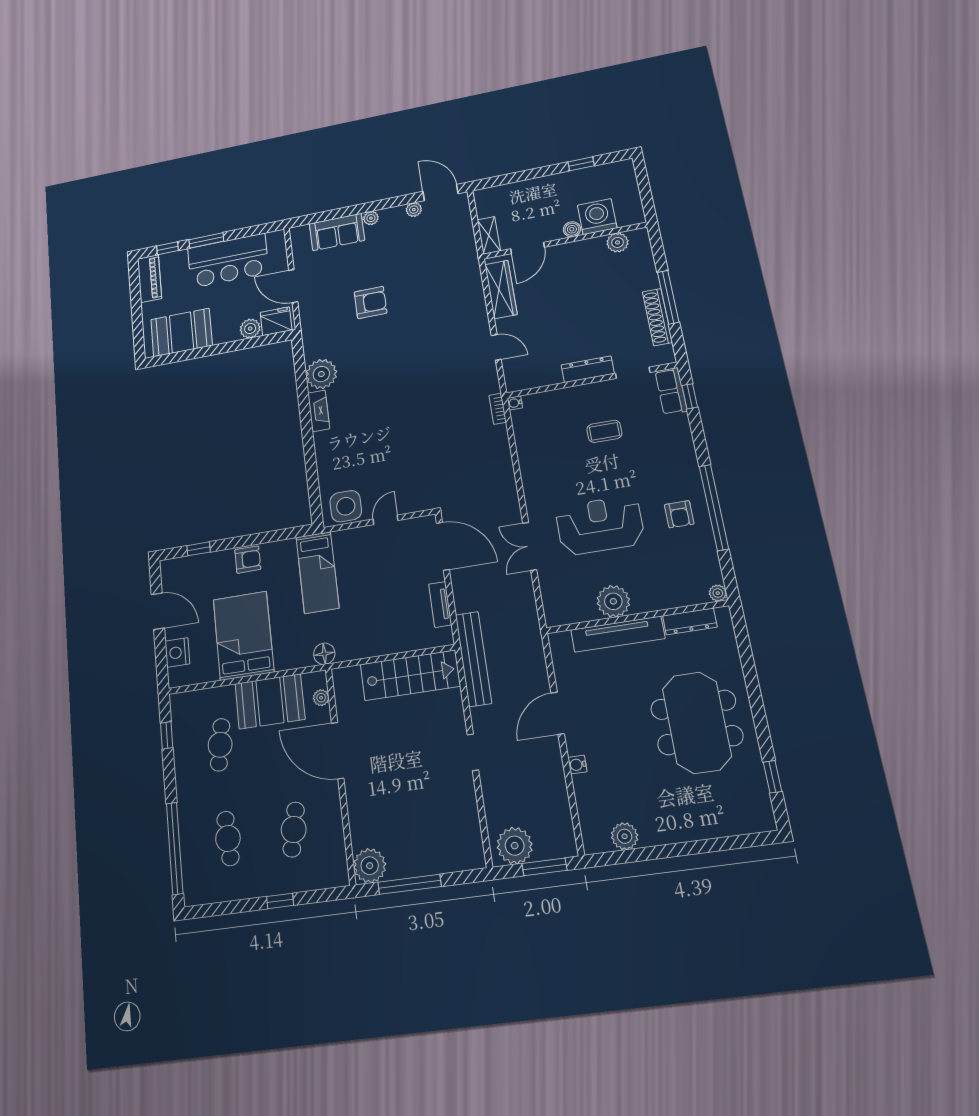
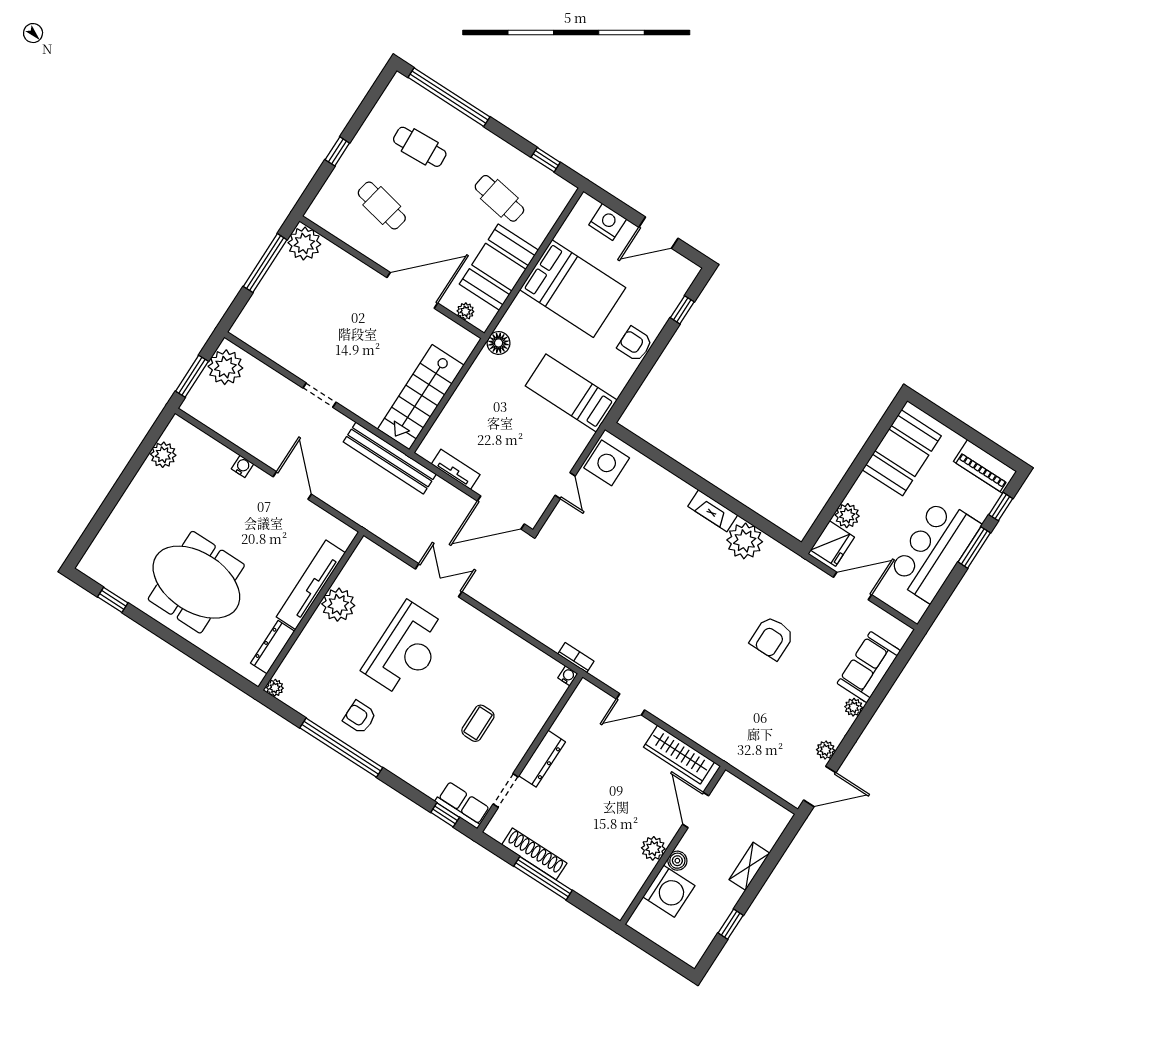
shelving: (489, 235) -> (749, 866), moved, turned 90
plant: (618, 242) -> (653, 848), moved
armchair: (248, 560) -> (635, 344), turned 90

